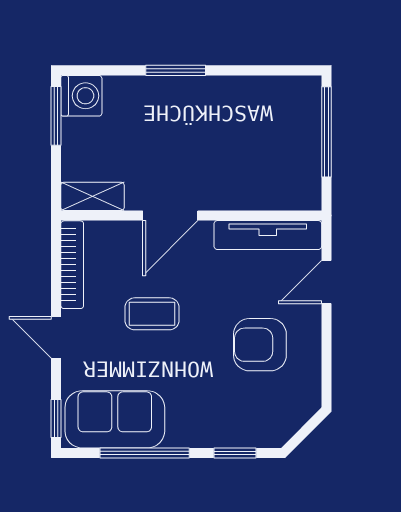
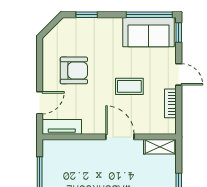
door: (170, 216) -> (120, 137), hinge flipped
tv unit: (268, 235) -> (62, 127), width x0.71
bookcase: (72, 265) -> (170, 103), width x0.64
window: (145, 453) -> (149, 15), moved

